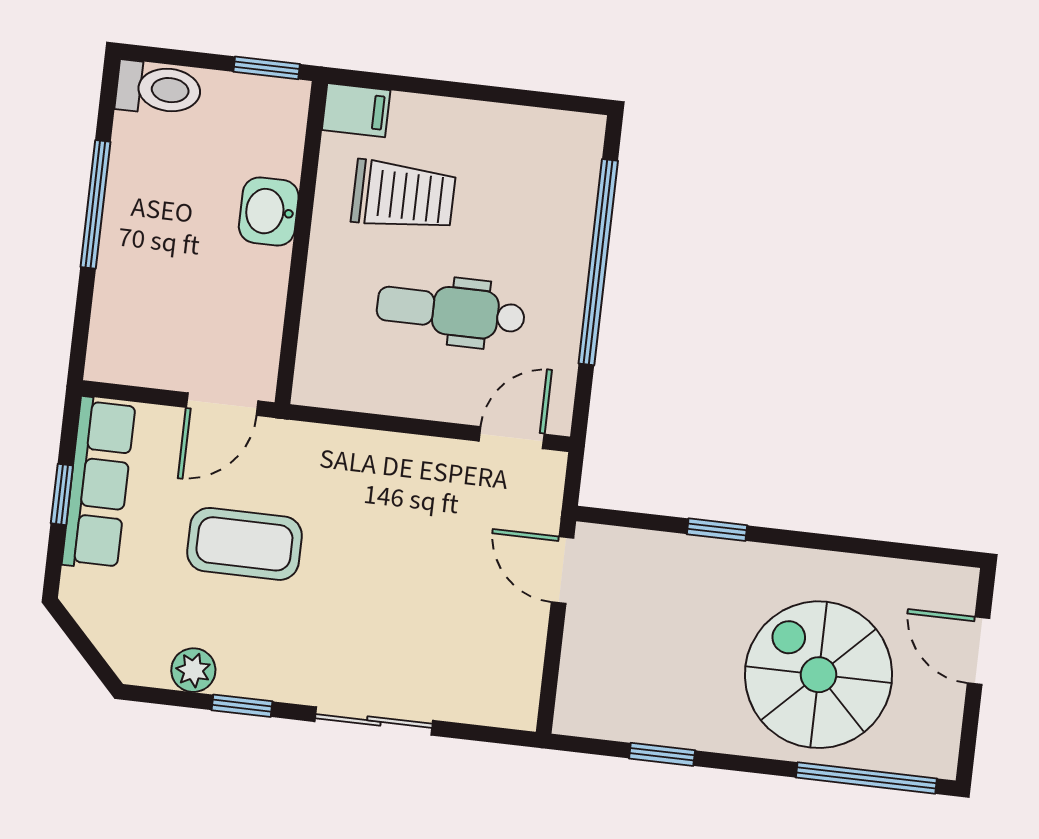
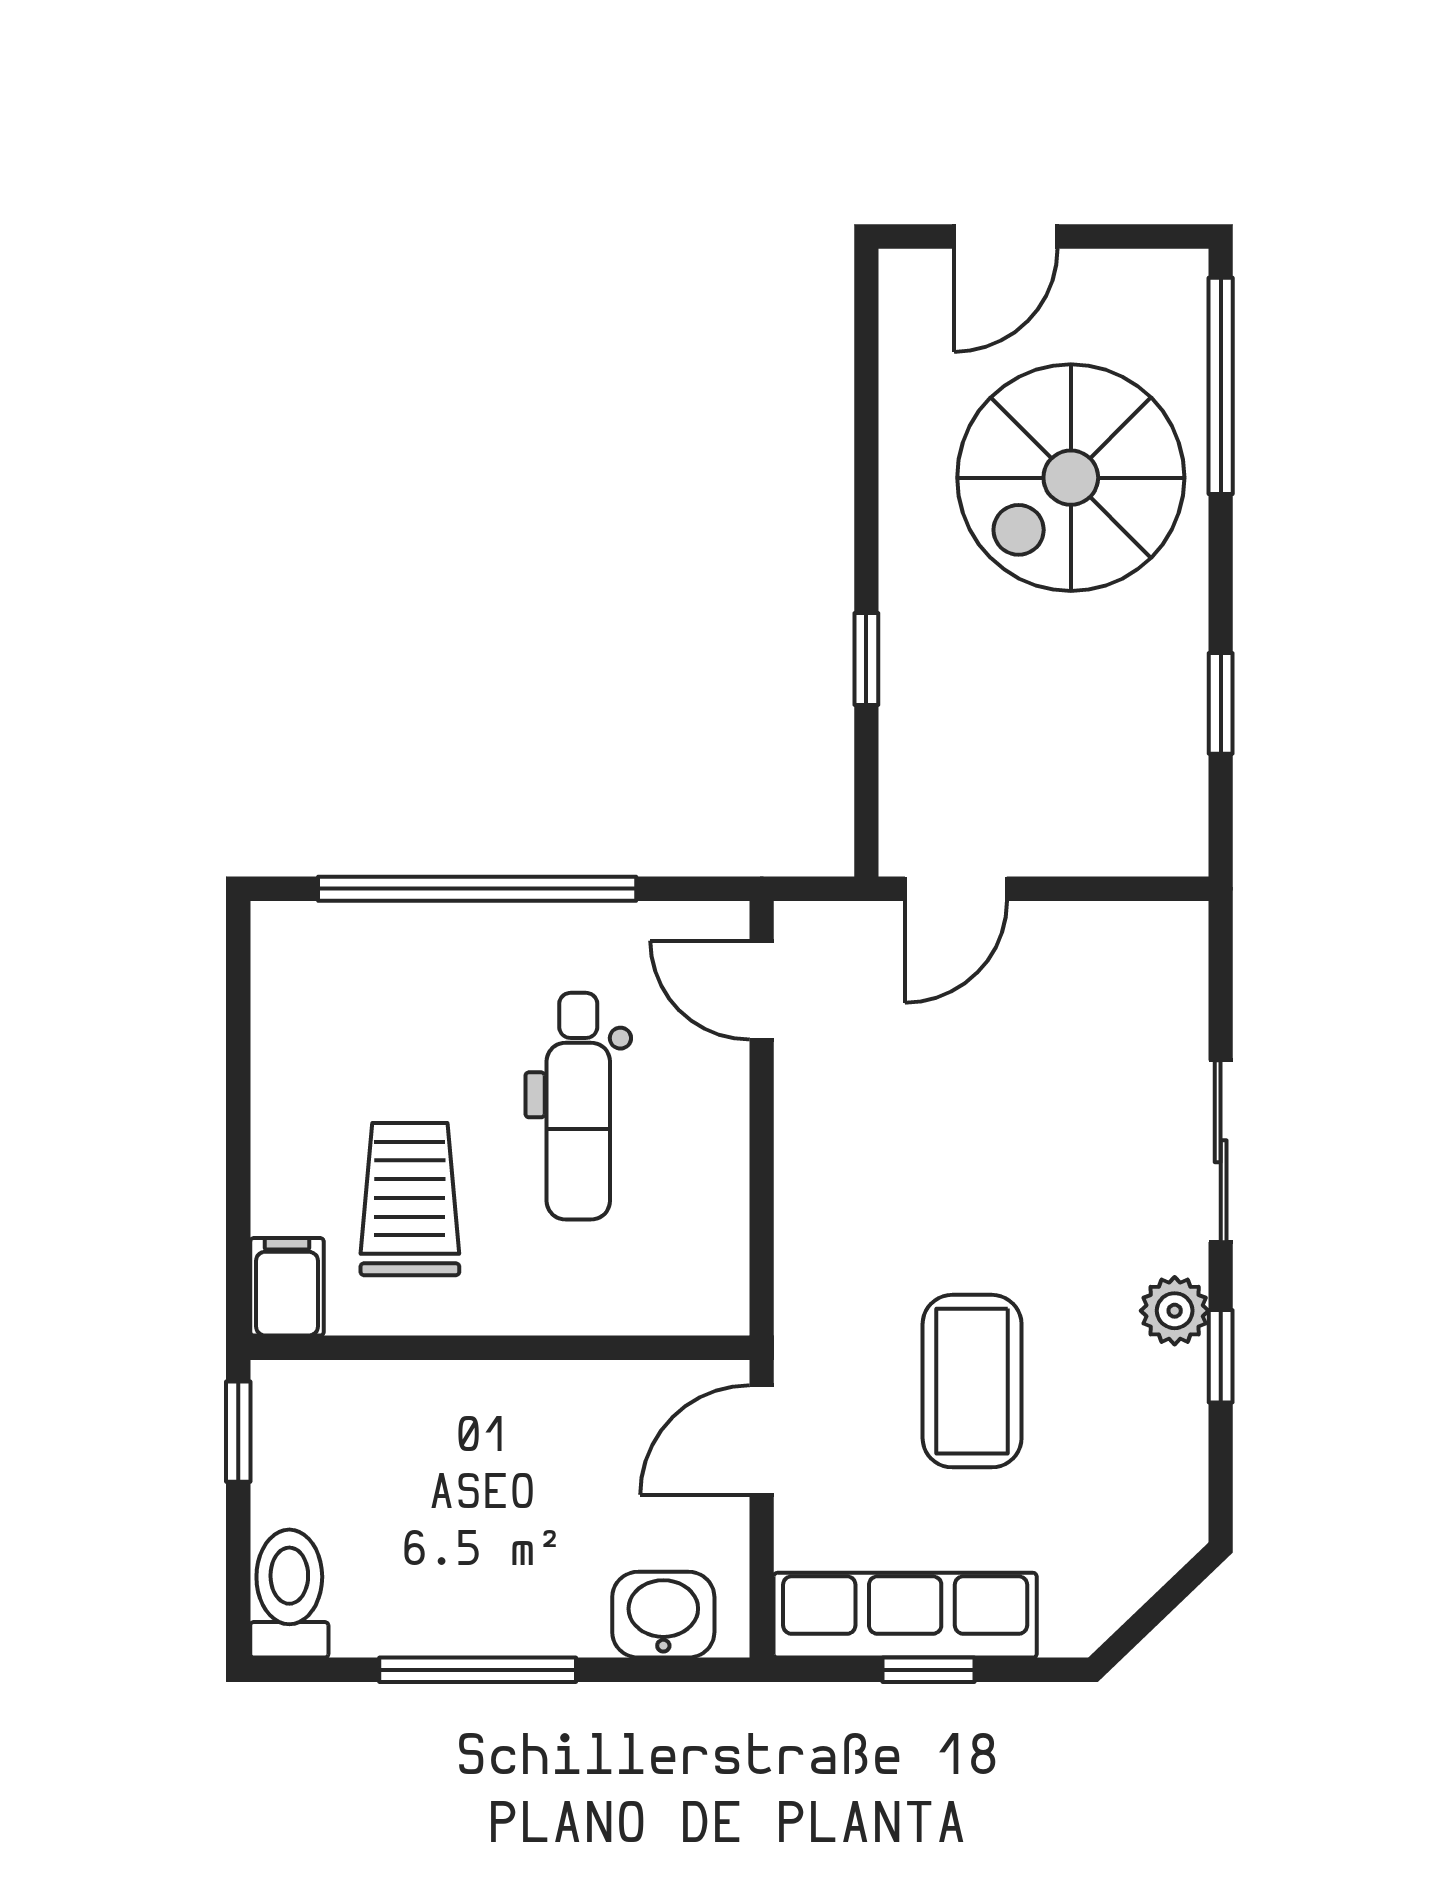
washbasin: (269, 211) -> (663, 1615), moved, turned 180
door: (222, 404) -> (762, 1440), swing flipped
plant: (193, 670) -> (1175, 1311), moved

